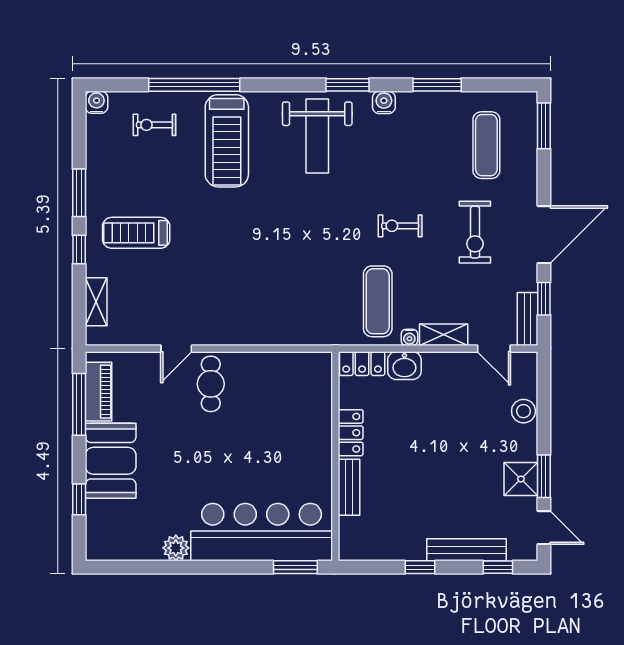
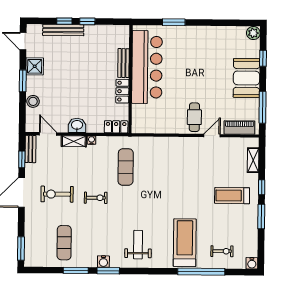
window: (348, 85) -> (108, 271), moved
weight bench: (317, 136) -> (138, 245), width x0.73, depth x0.75
exercise mat: (486, 145) -> (64, 243), moved
exercise bike: (475, 232) -> (57, 194), turned -90
treadmill: (136, 233) -> (232, 196), turned 180
exercise mat: (378, 301) -> (126, 167), moved
washbasin: (404, 366) -> (77, 125), moved
piano: (99, 392) -> (239, 128), moved, turned 90
window: (544, 476) -> (23, 81), moved
bar counter: (262, 532) -> (147, 67), moved, turned -90
plant: (176, 548) -> (253, 33), moved
window: (295, 567) -> (174, 22), moved
window: (498, 567) -> (64, 21), moved

